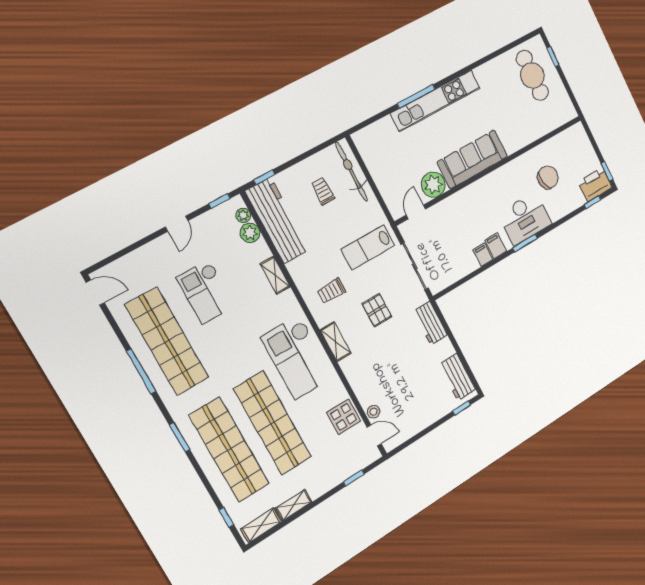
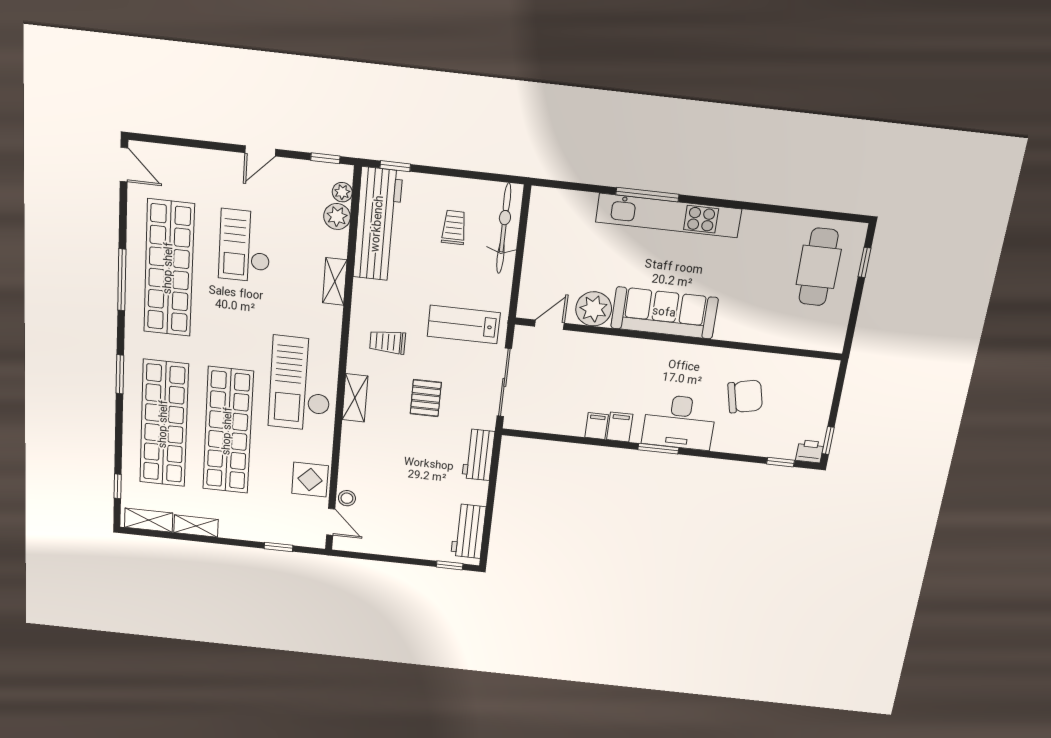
printer: (595, 185) -> (810, 451), width x0.53, depth x0.68

